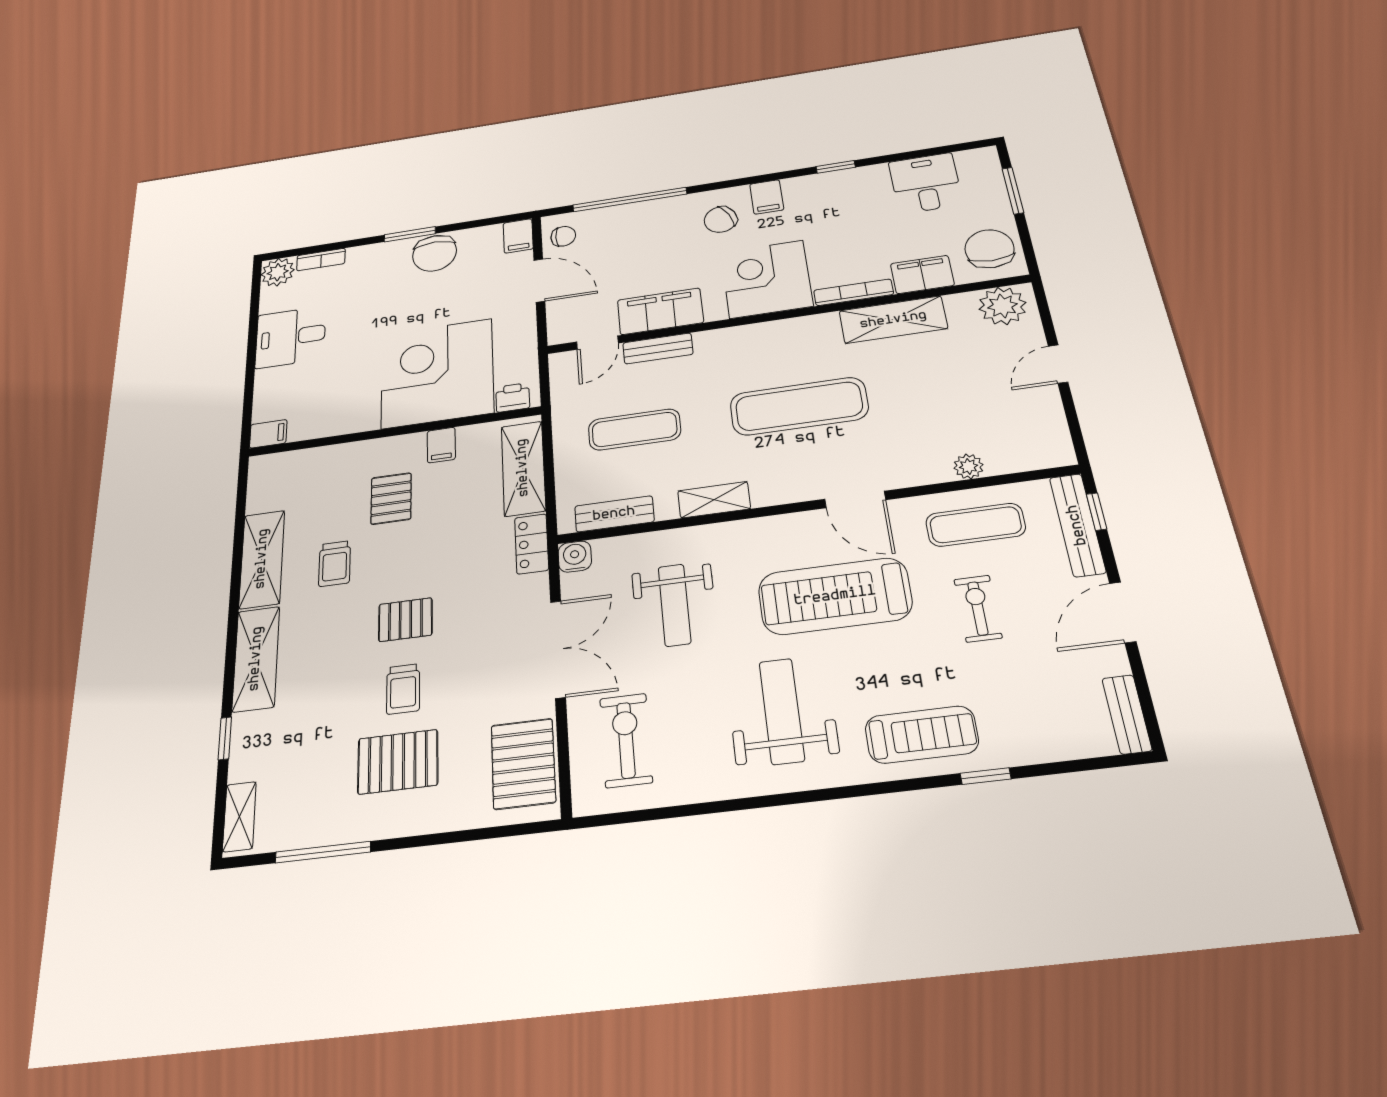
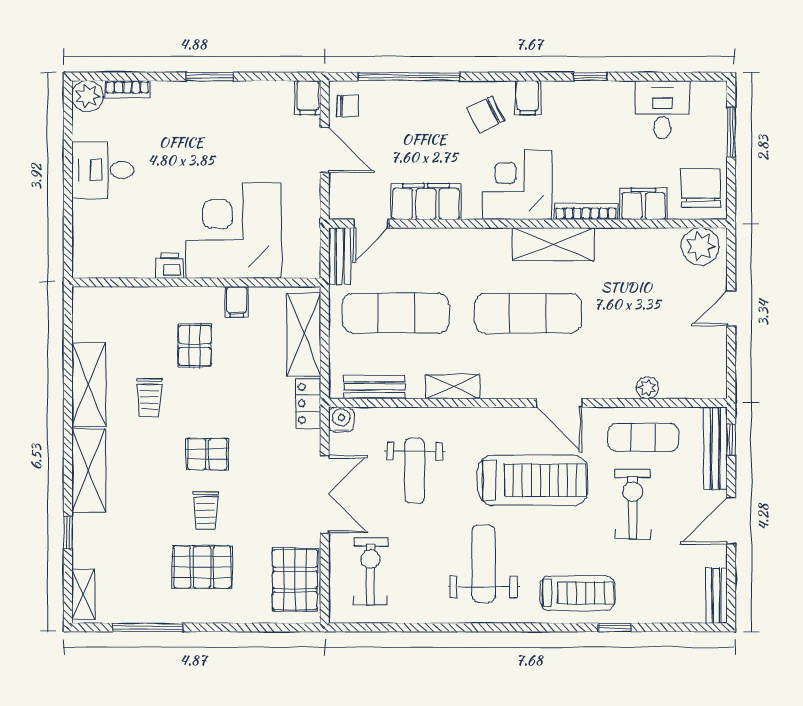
chair: (435, 253) -> (232, 102), removed
shelving: (893, 320) -> (553, 244), moved
bench: (658, 348) -> (340, 256), moved, turned 90
printer: (513, 397) -> (170, 266), moved
exercise mat: (635, 430) -> (396, 313), width x1.36, depth x1.45
filing cabinet: (268, 434) -> (88, 267), removed
treadmill: (835, 596) -> (533, 480), turned 180
exercise bike: (978, 608) -> (633, 504), width x1.38, depth x1.39

